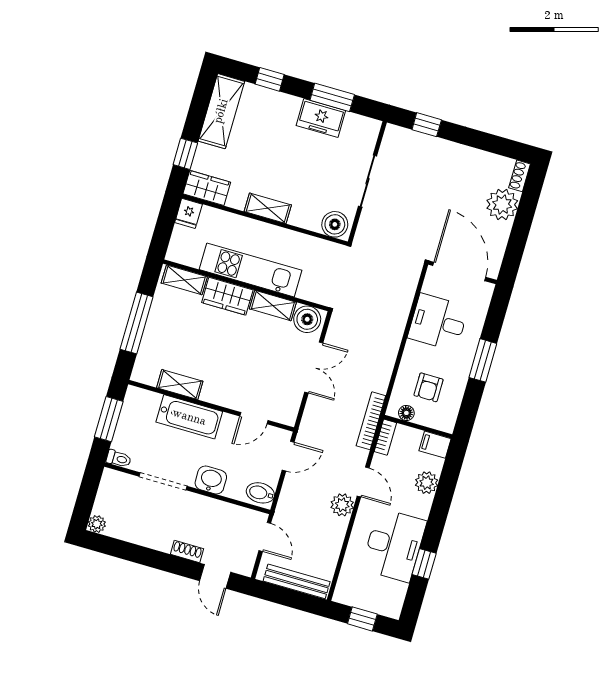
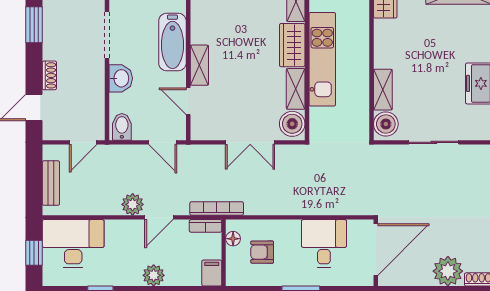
shelving: (268, 208) -> (383, 90), moved
shelving: (180, 385) -> (199, 65), moved
plant: (427, 483) -> (154, 275), moved
desk: (394, 545) -> (73, 244), moved, turned 180
window: (131, 552) -> (34, 25), added
bench: (297, 581) -> (51, 183), width x0.73

